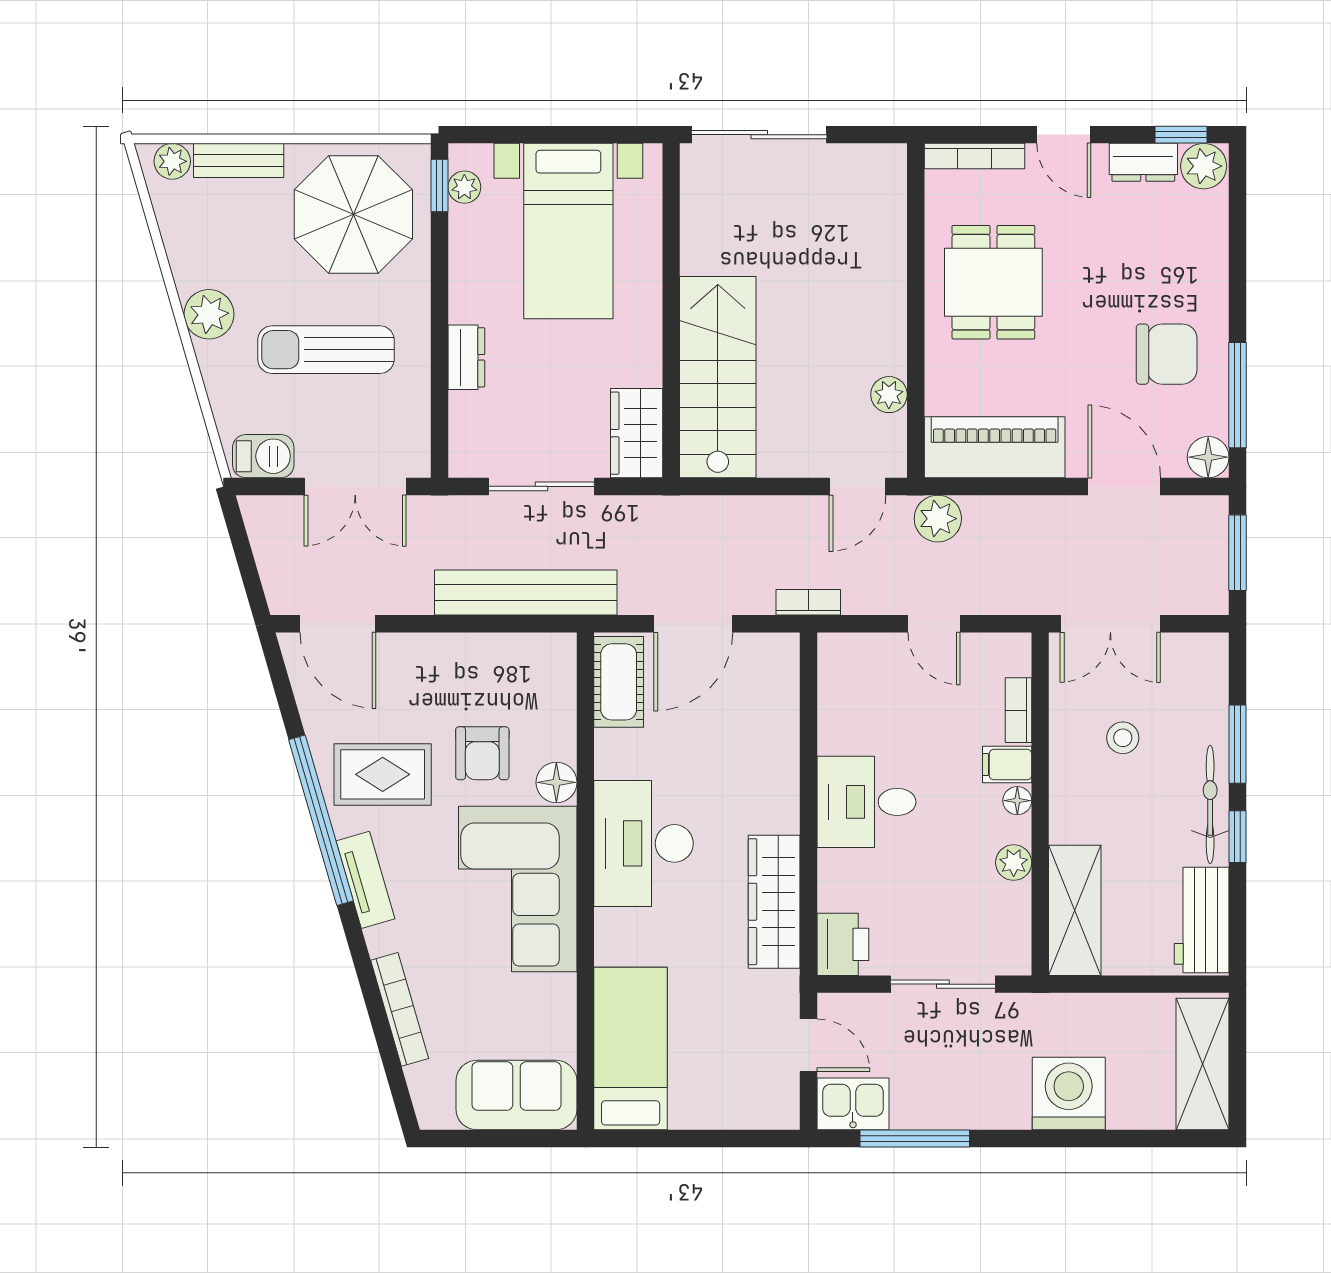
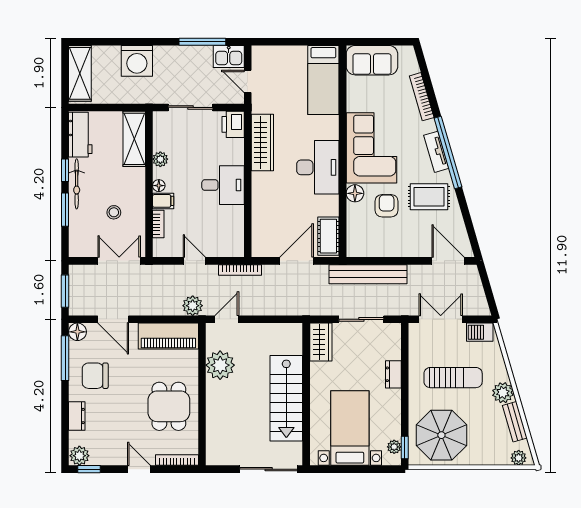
bench: (239, 160) -> (515, 422), moved, turned 74
dresser: (1143, 162) -> (77, 416), moved, turned 90
stairs: (718, 377) -> (286, 398), moved
plant: (889, 395) -> (220, 365), width x1.88, depth x1.88
bookcase: (808, 602) -> (240, 270), width x1.56
window: (321, 820) -> (448, 152), moved

